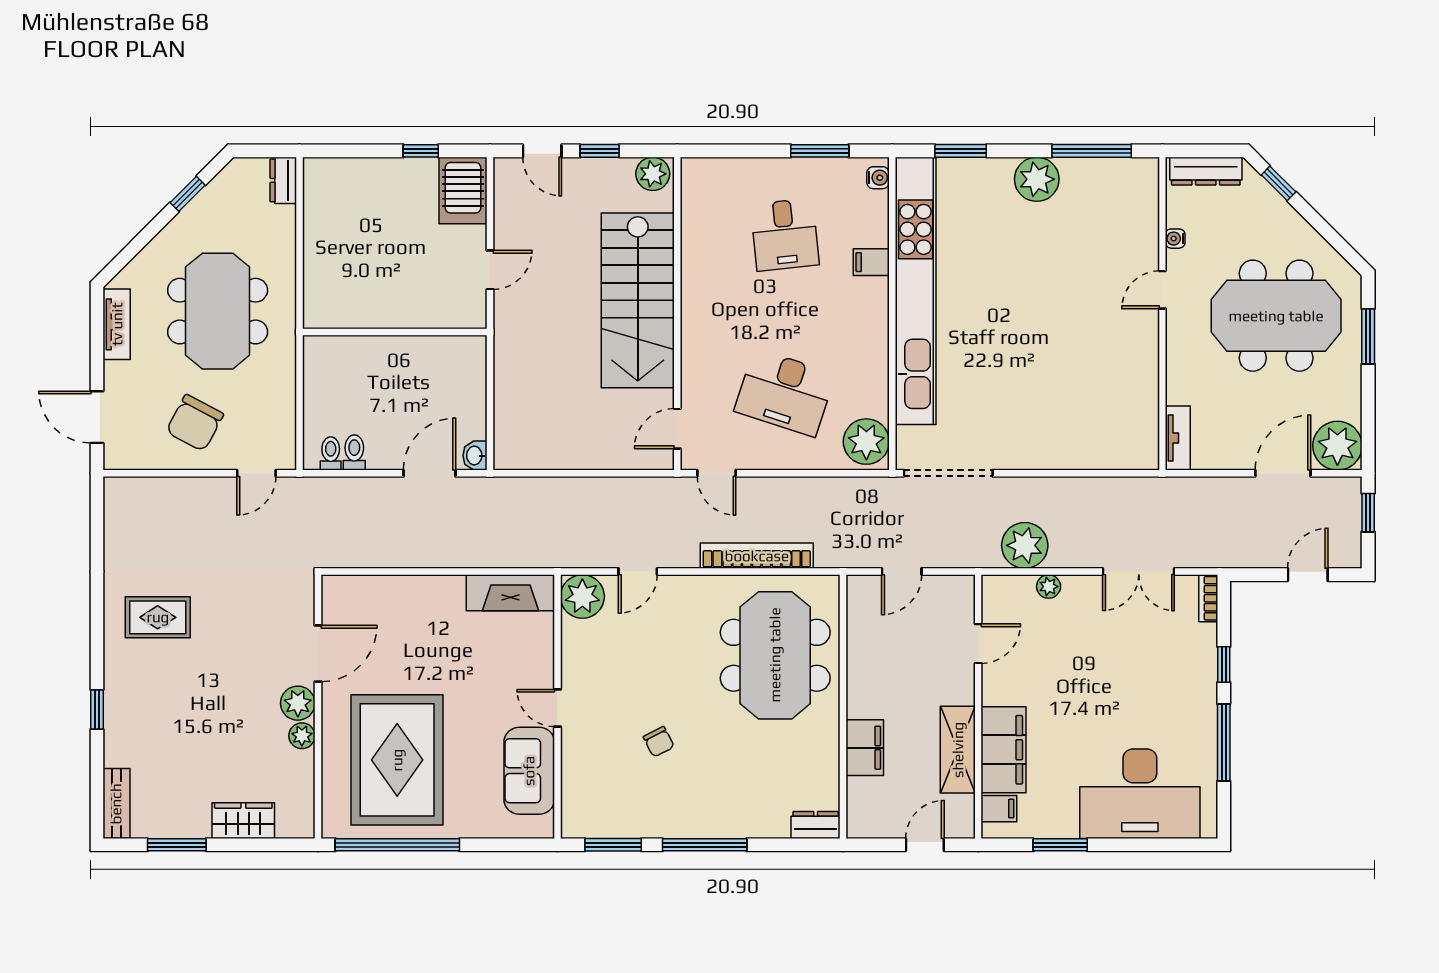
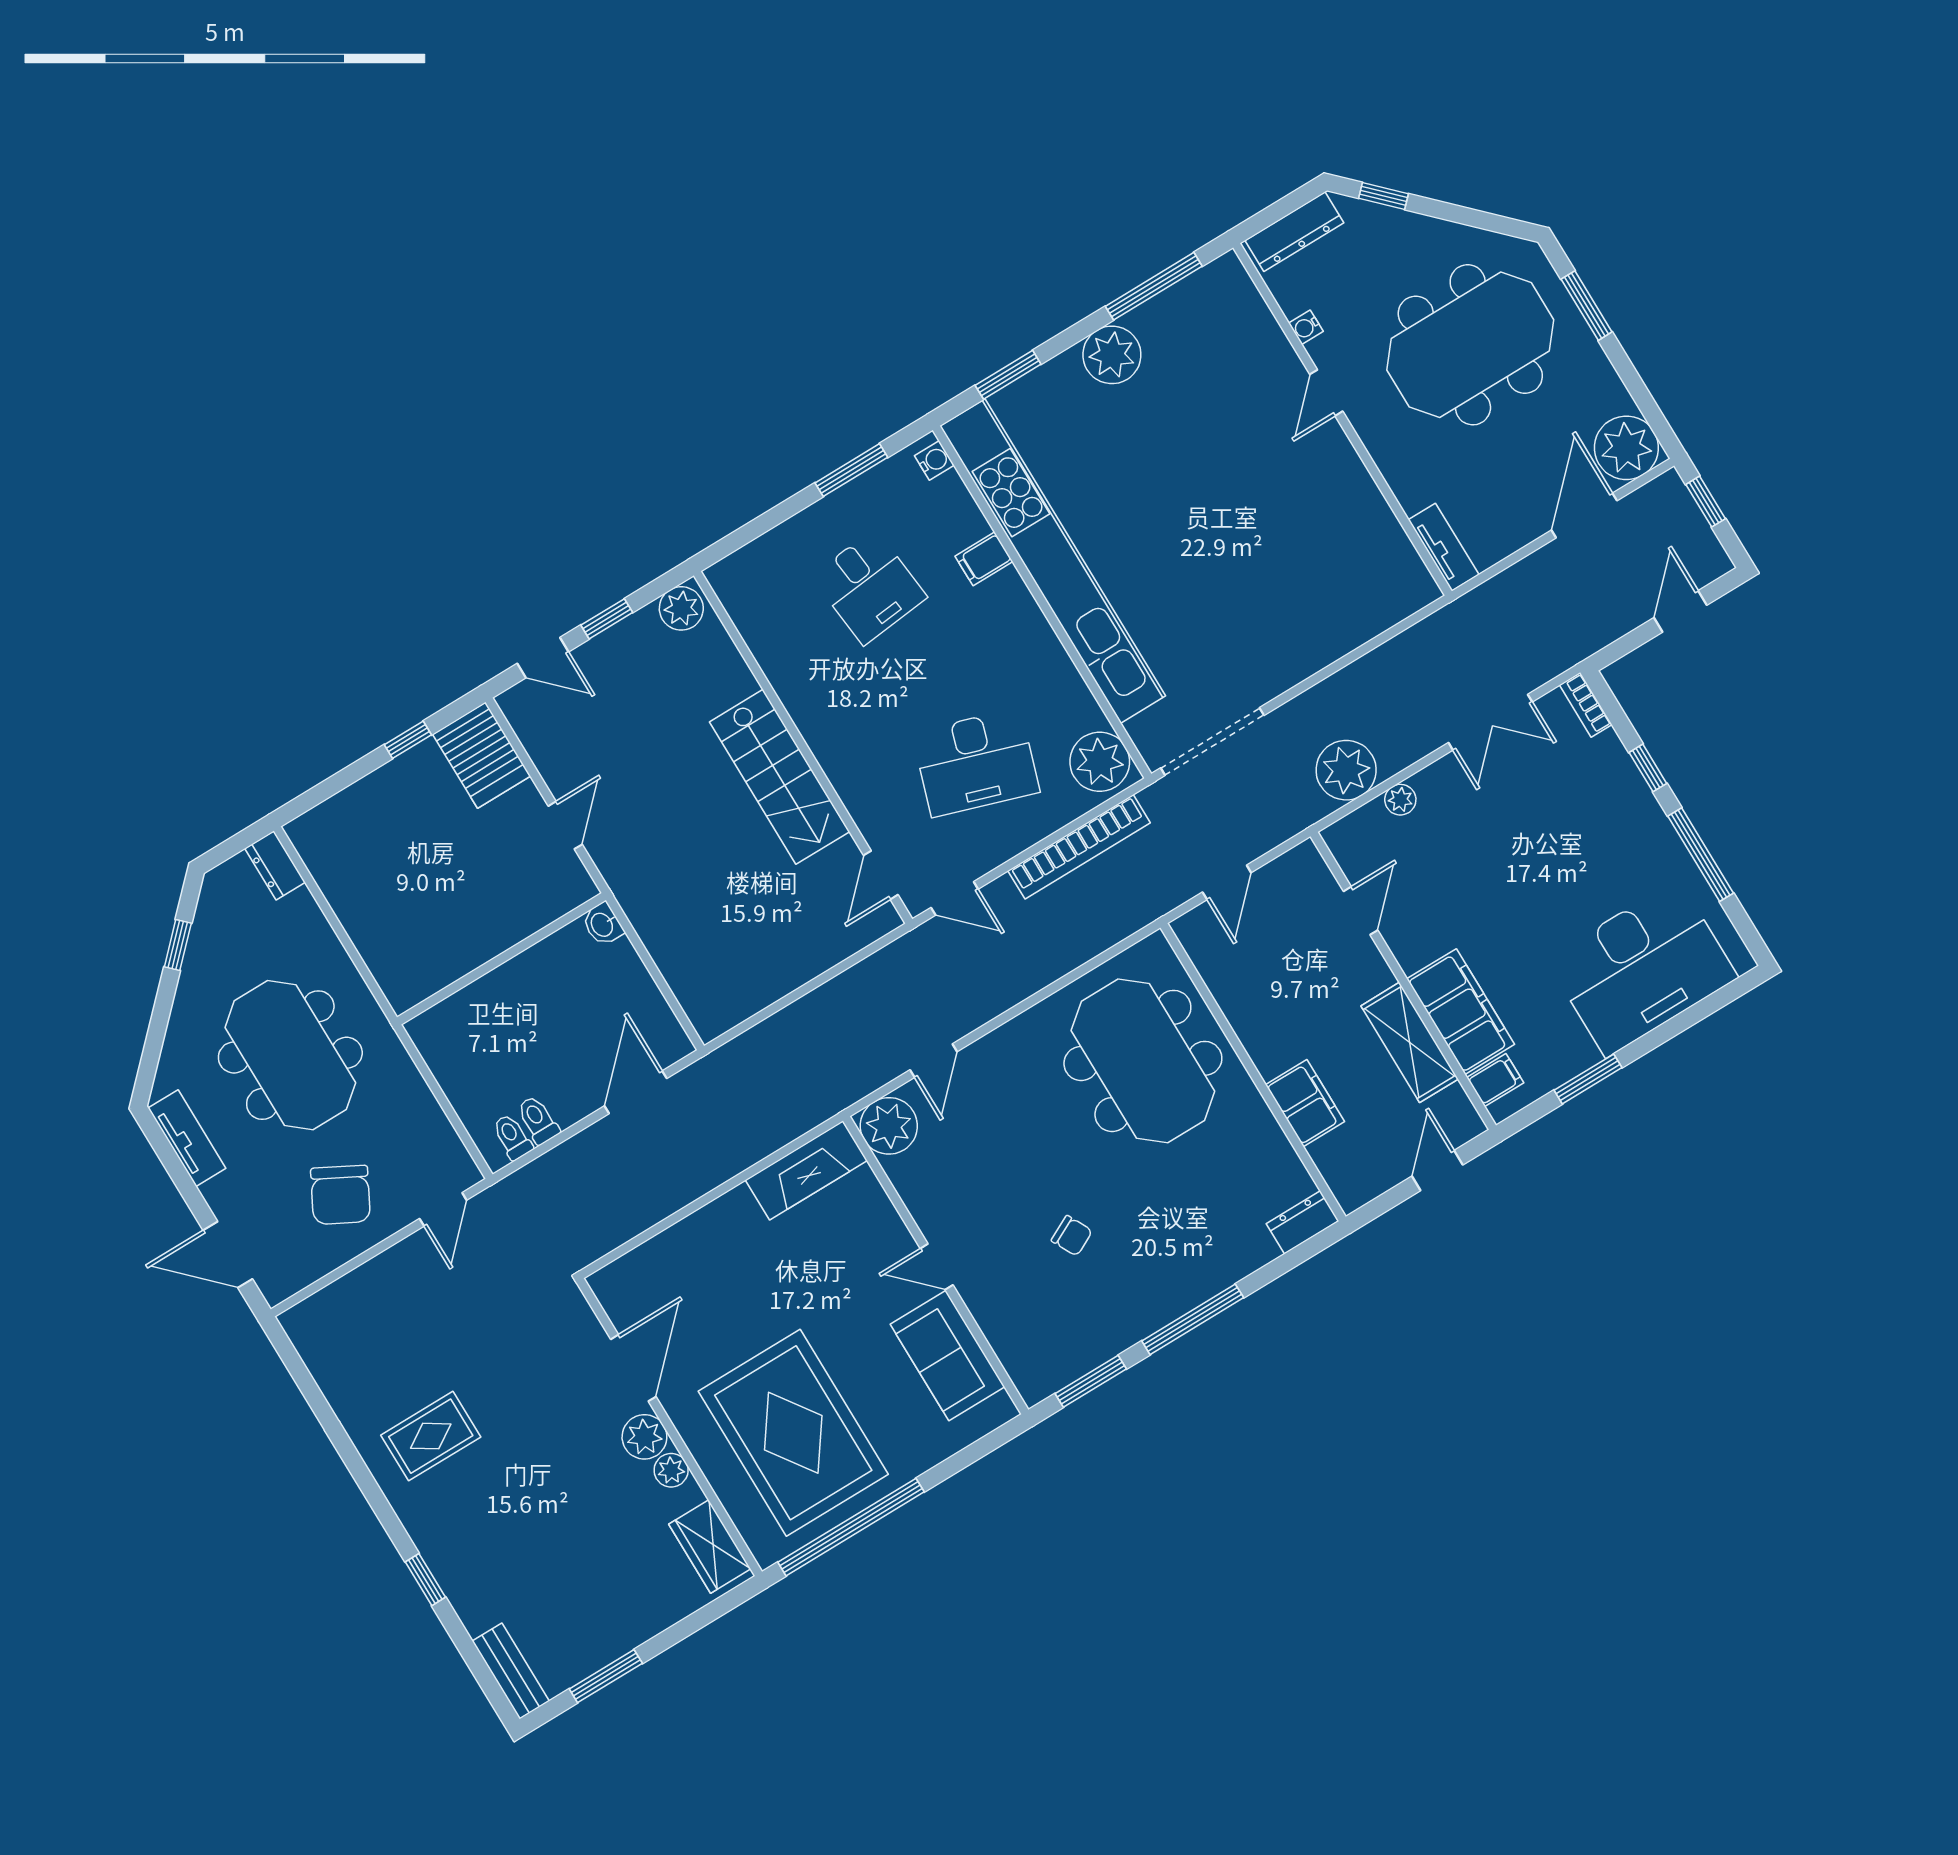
stairs: (638, 300) -> (779, 777), width x0.73, depth x0.66
washbasin: (475, 456) -> (603, 924), moved
bookcase: (757, 556) -> (1079, 847), moved, turned 180
wardrobe: (243, 821) -> (710, 1546), moved, turned -90

